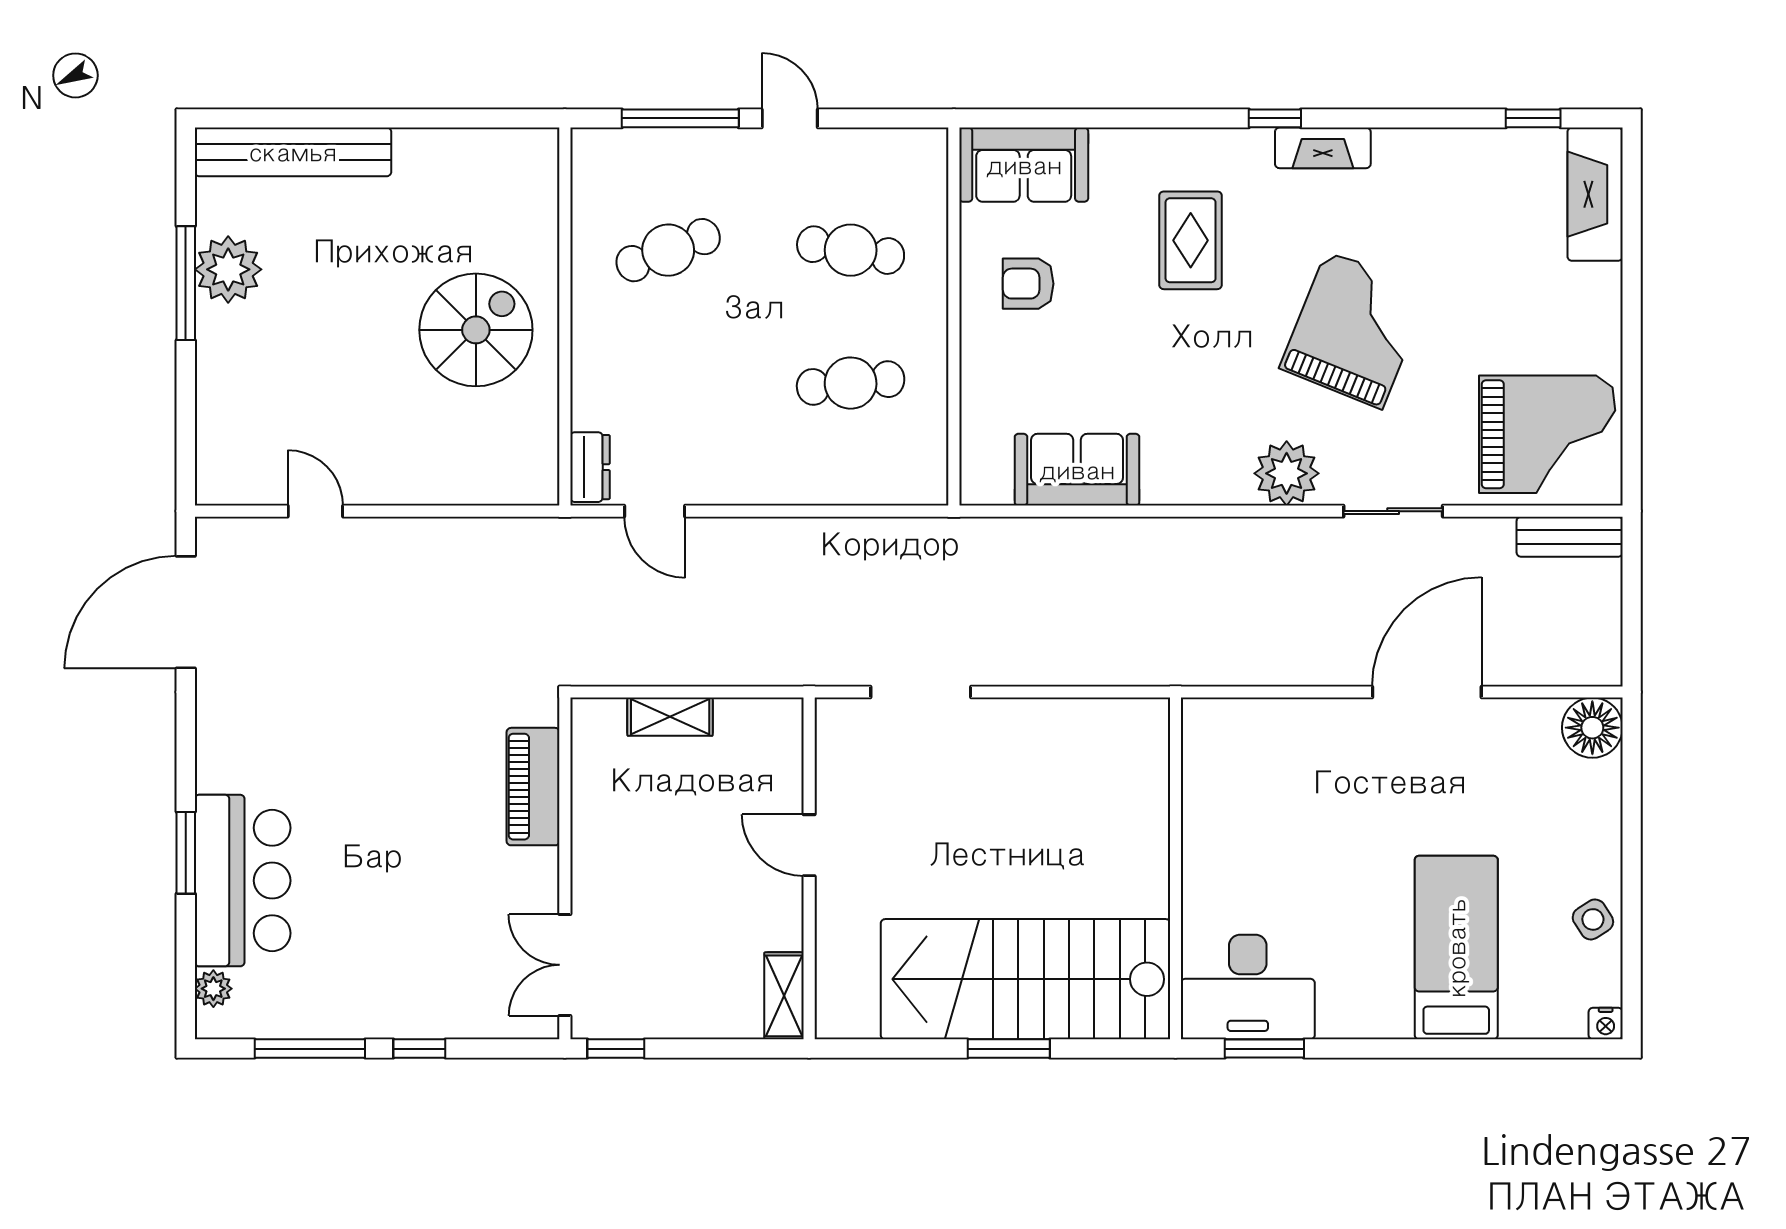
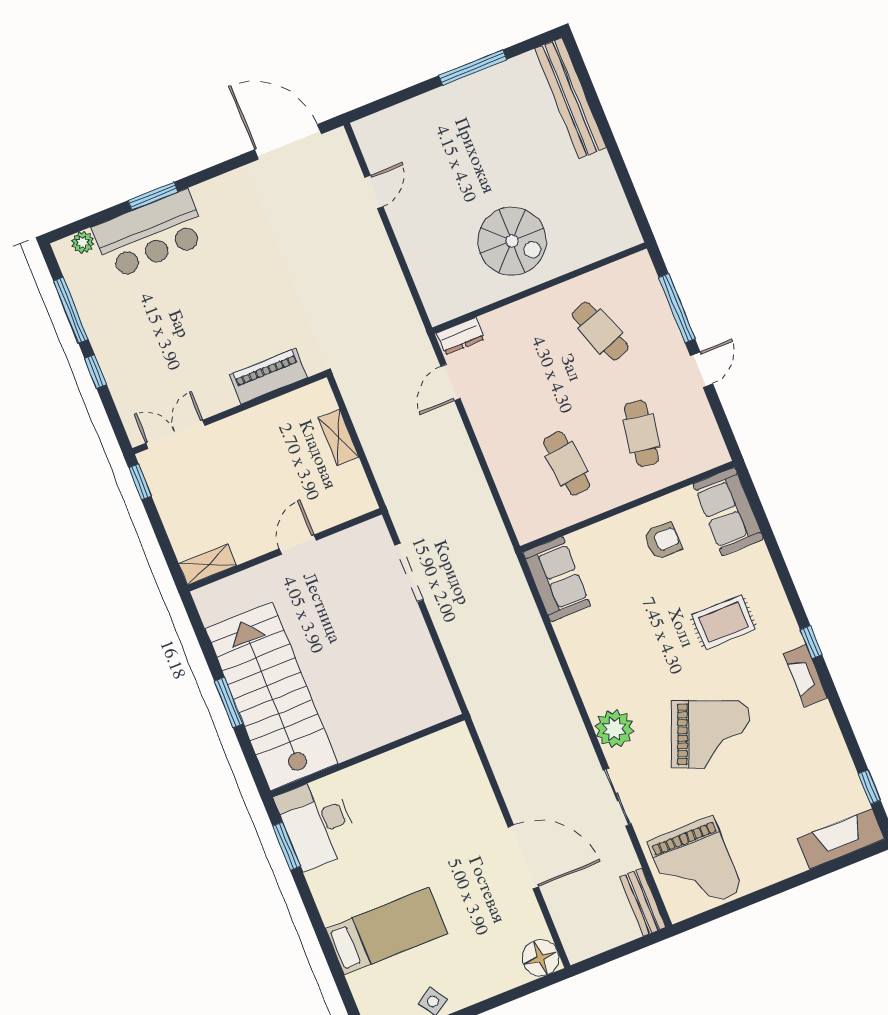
plant: (228, 269) -> (490, 88), removed
armchair: (1028, 284) -> (663, 541), turned 90
sofa: (1077, 470) -> (557, 579), moved

